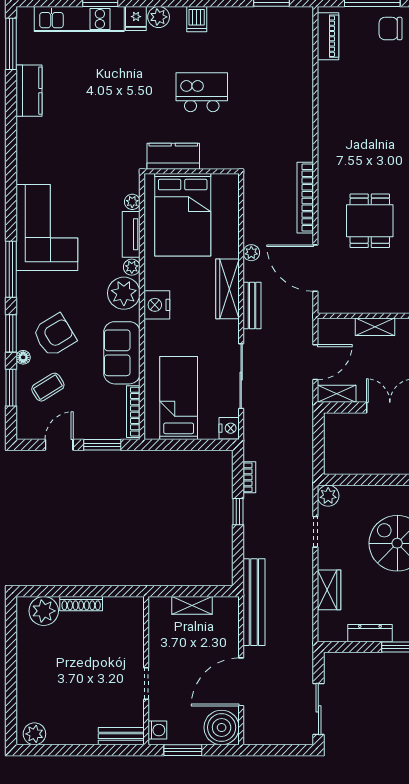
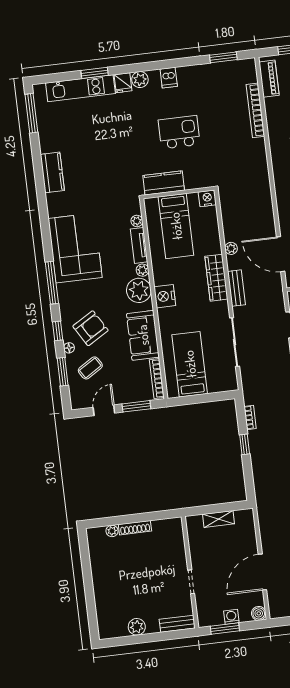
kitchen counter: (29, 91) -> (52, 172), moved
bookcase: (305, 198) -> (255, 110), moved
bed: (183, 215) -> (176, 226), width x0.67
window: (11, 333) -> (58, 331), width x0.67
nightstand: (229, 428) -> (207, 198), moved, turned -90
bench: (254, 602) -> (265, 511), removed
plant: (44, 611) -> (112, 531), width x0.53, depth x0.53
boiler: (222, 727) -> (259, 613), width x0.54, depth x0.54
washing machine: (157, 730) -> (231, 617), moved, turned -90
plant: (34, 734) -> (137, 627), moved

